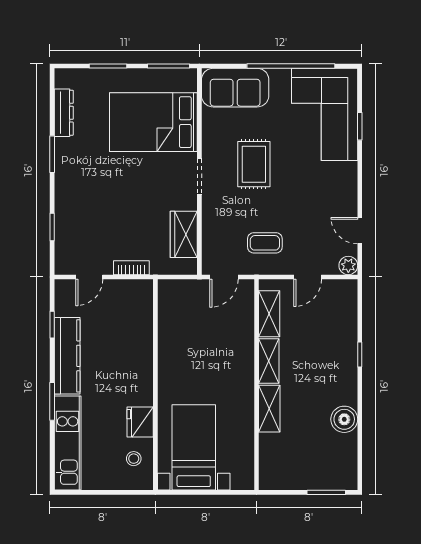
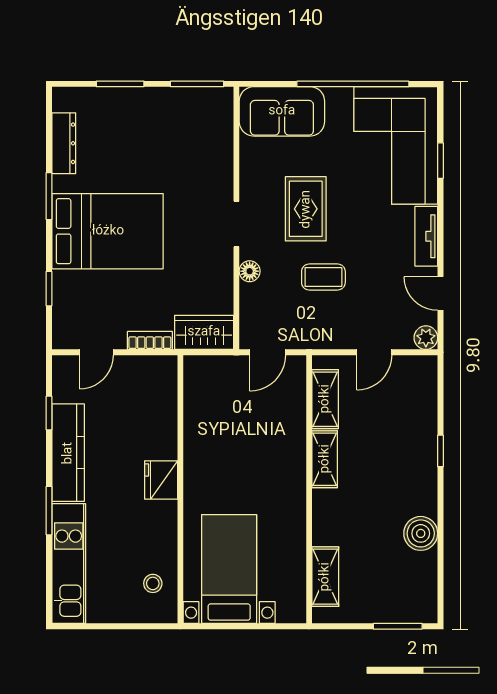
bed: (153, 122) -> (108, 231), moved, turned 180
tv unit: (349, 186) -> (426, 236), added
floor lamp: (210, 213) -> (250, 271), added
wardrobe: (184, 234) -> (204, 332), moved, turned 90
coffee table: (265, 243) -> (323, 277), moved
shelving: (269, 409) -> (325, 577), moved
fridge: (140, 422) -> (161, 480), moved

